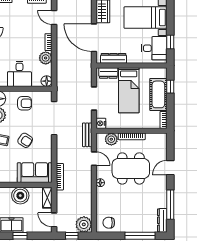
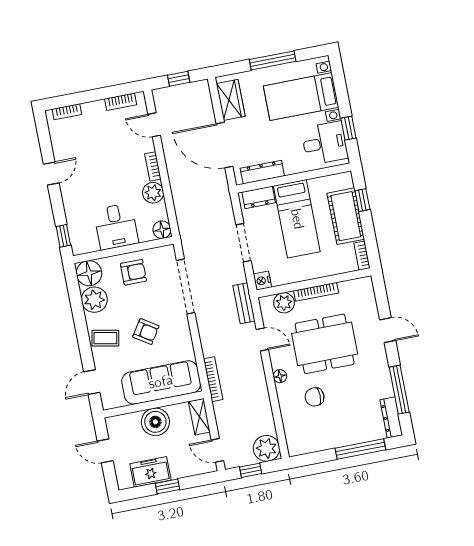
door: (170, 168) -> (388, 330), swing flipped
sofa: (35, 173) -> (161, 382), width x1.36
chair: (109, 223) -> (315, 397), moved

